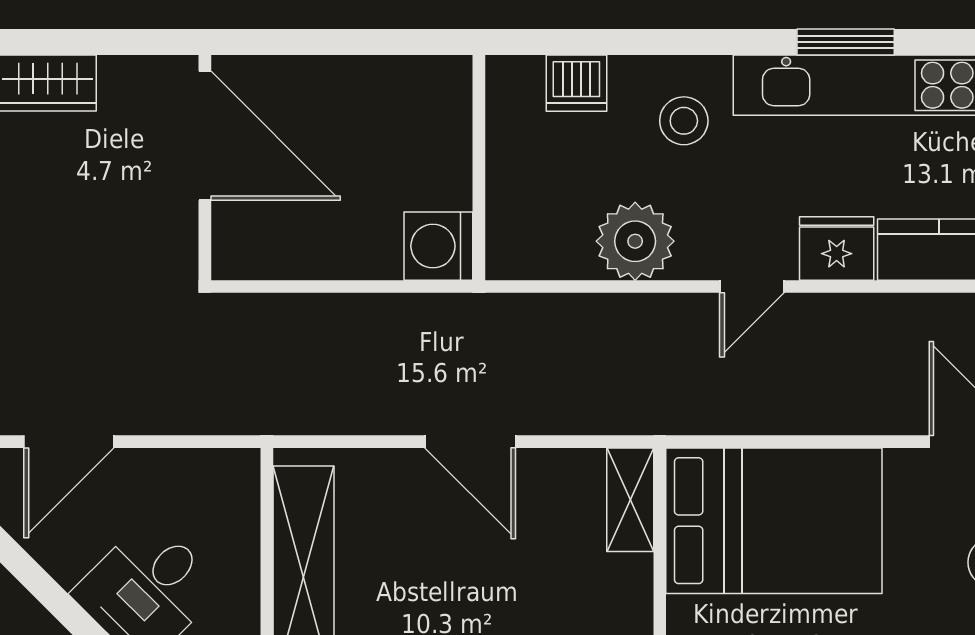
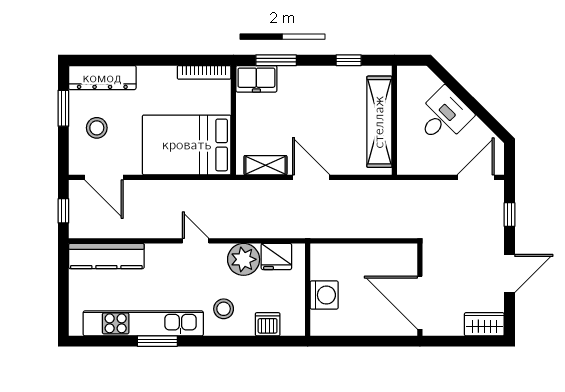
washing machine: (438, 246) -> (324, 295), moved
fridge: (837, 248) -> (276, 256), moved
door: (752, 286) -> (196, 241), hinge flipped
shelving: (630, 500) -> (265, 165), moved, turned 90

